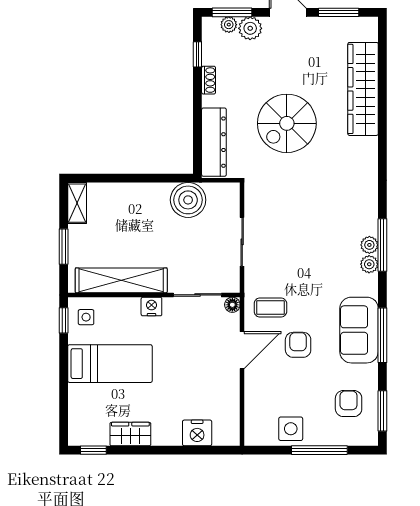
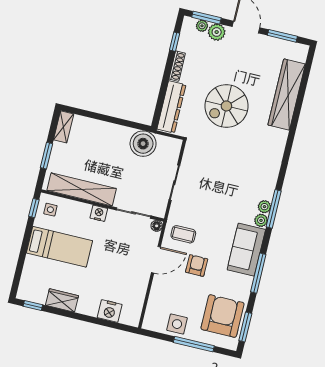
shoe rack: (209, 80) -> (177, 66), width x1.43
sofa: (359, 330) -> (246, 250), moved
armchair: (349, 404) -> (223, 316), width x1.88, depth x1.88

